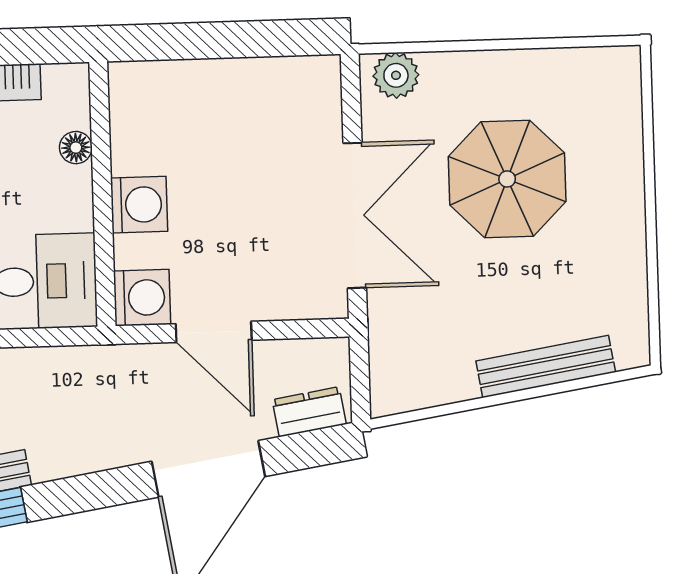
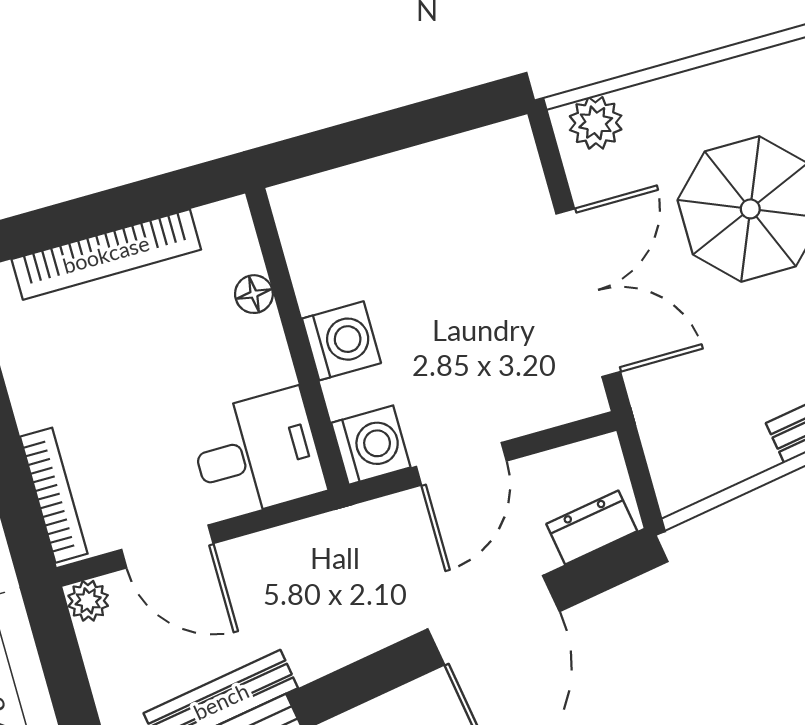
door: (214, 332) -> (461, 464), hinge flipped

